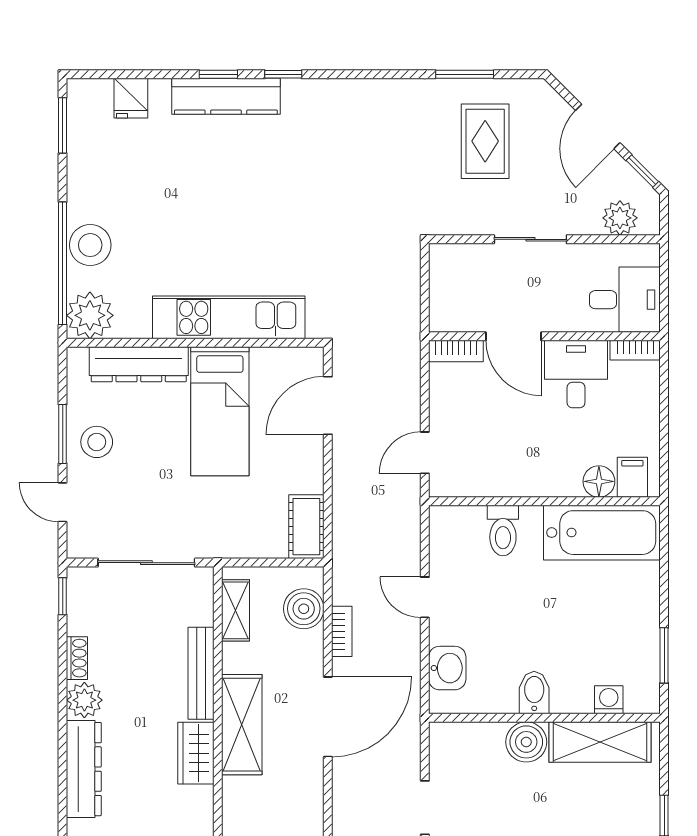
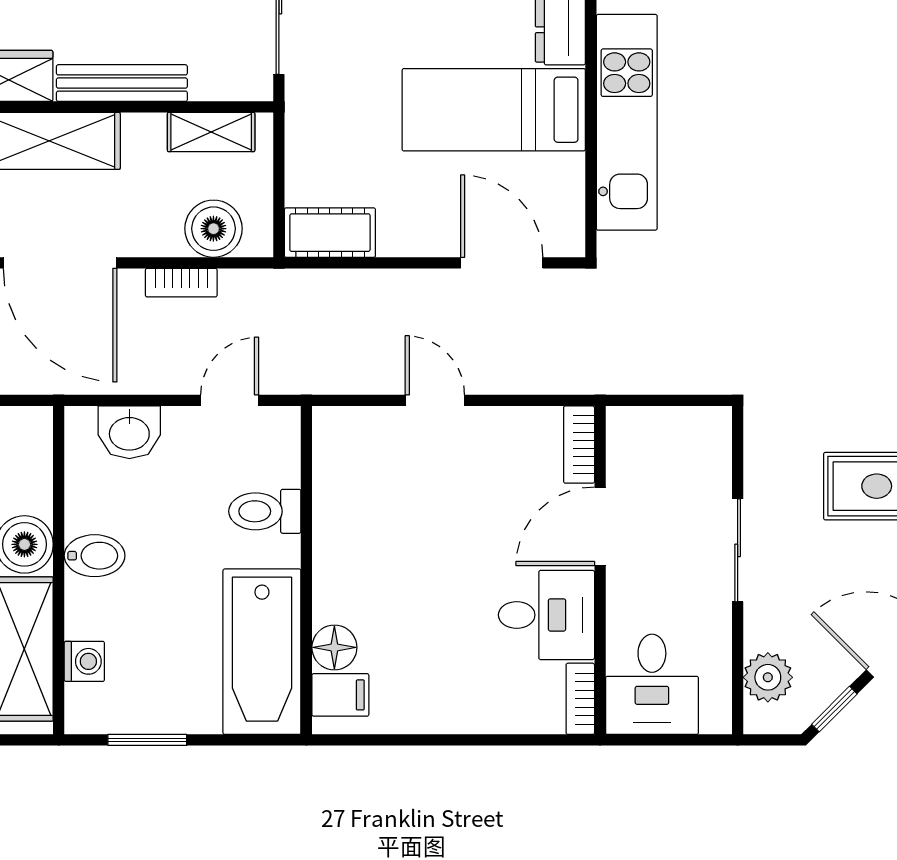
filing cabinet: (632, 477) -> (340, 695), moved
floor lamp: (599, 481) -> (334, 647), moved
wall: (544, 501) -> (306, 570), moved
toilet: (503, 530) -> (265, 511), moved
bathtub: (602, 533) -> (262, 652), moved

